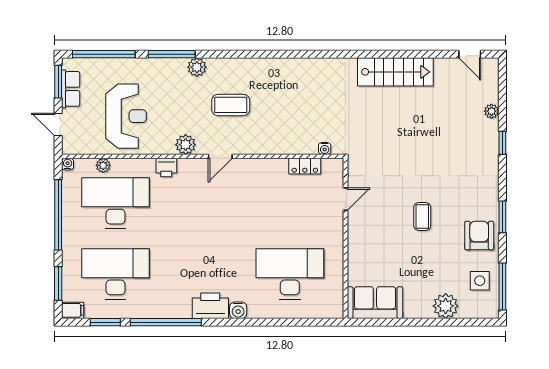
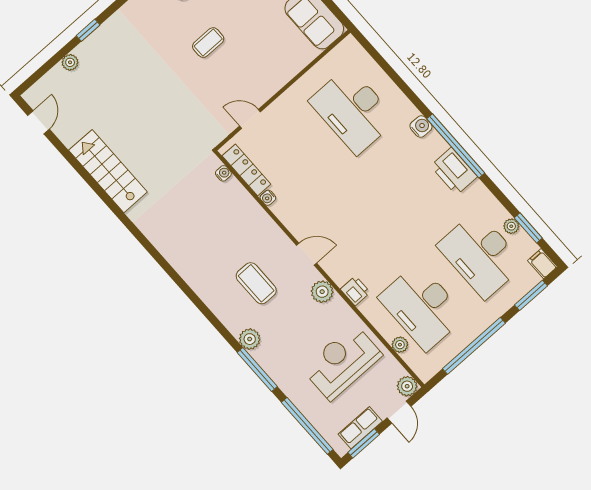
plant: (71, 145) -> (407, 386), added
water cooler: (68, 164) -> (268, 198), moved
locker: (305, 166) -> (246, 170), width x1.53
printer: (210, 306) -> (454, 171), moved
plant: (117, 312) -> (511, 226), added
window: (166, 322) -> (456, 146), moved

